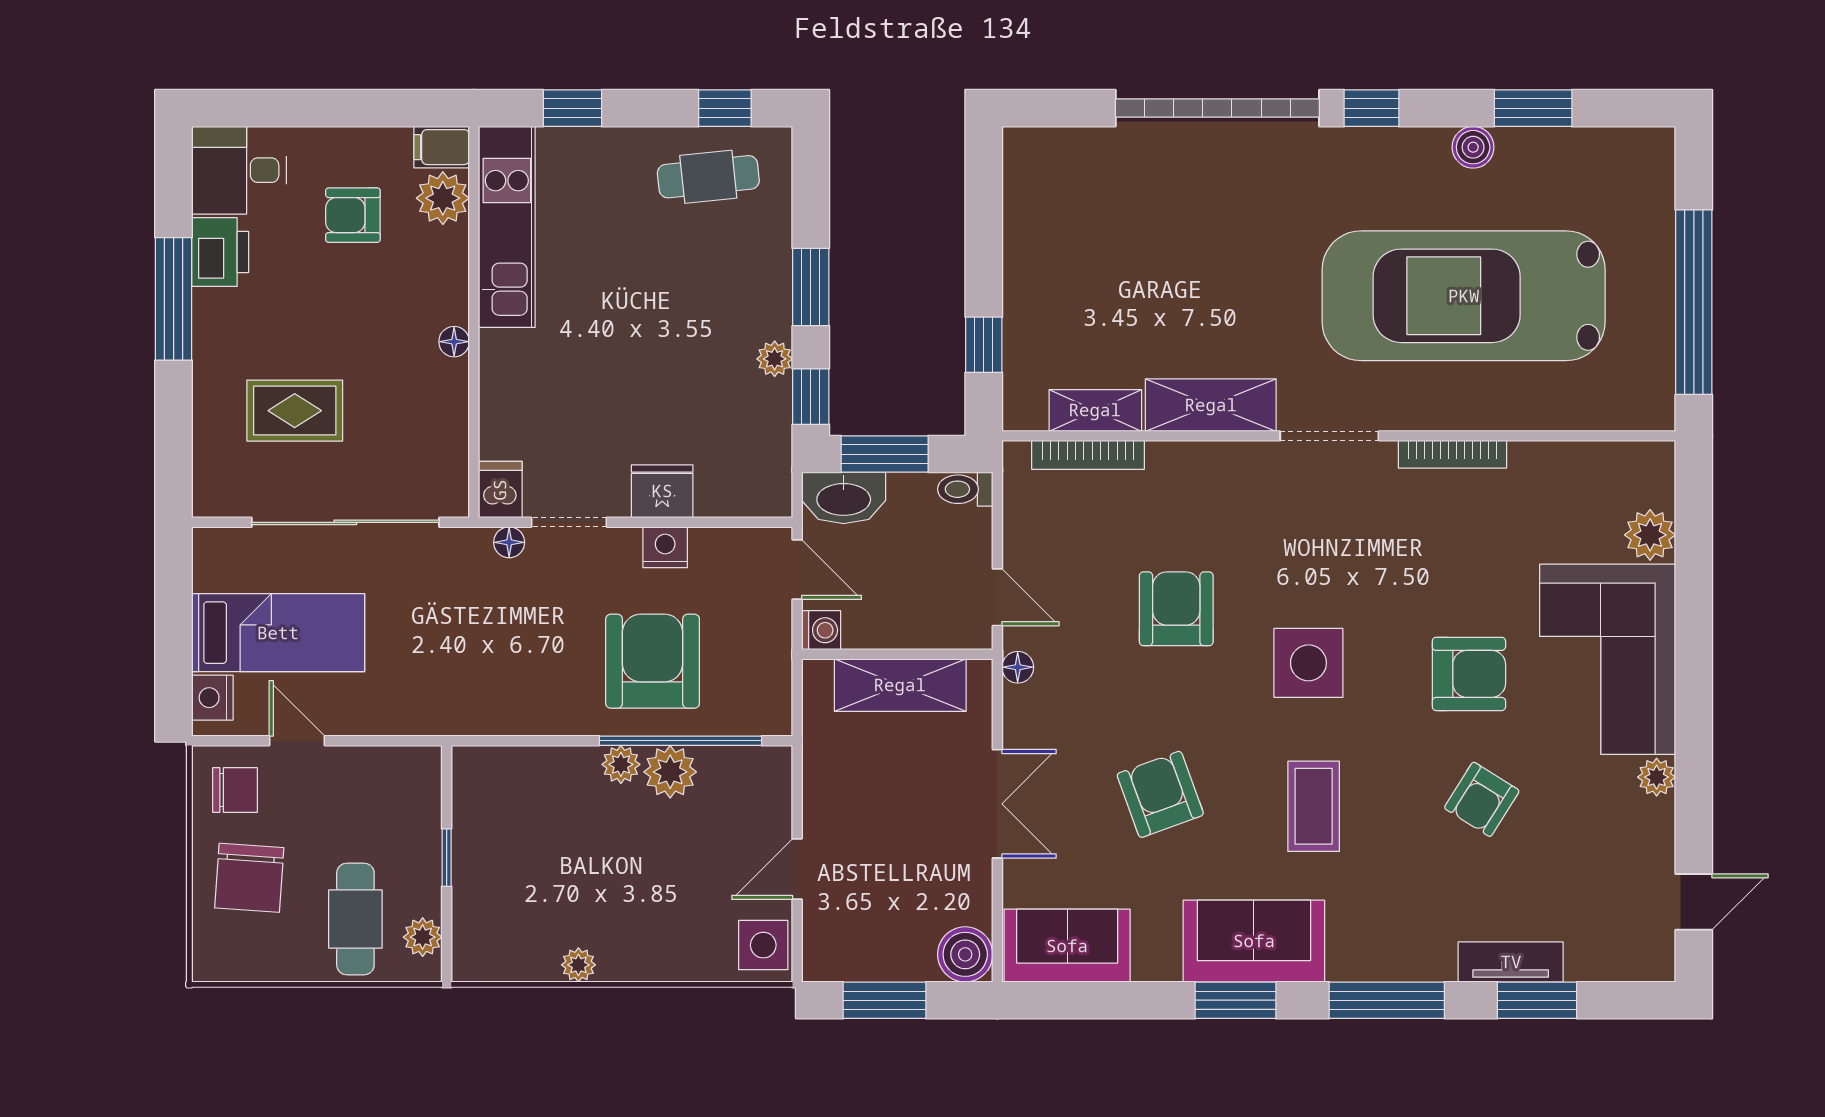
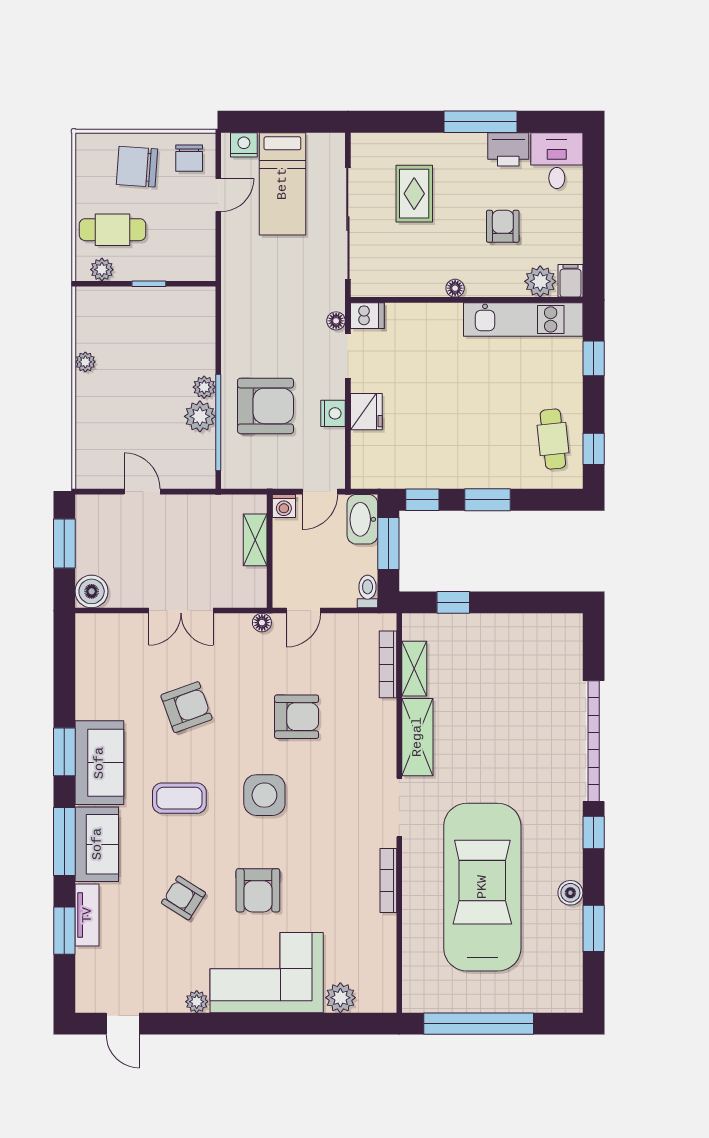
armchair: (353, 215) -> (503, 226), moved
plant: (775, 359) -> (445, 478), removed
shelving: (900, 685) -> (255, 540), width x0.67, depth x0.75
side table: (763, 945) -> (97, 472), removed
sofa: (1067, 946) -> (97, 844), moved

